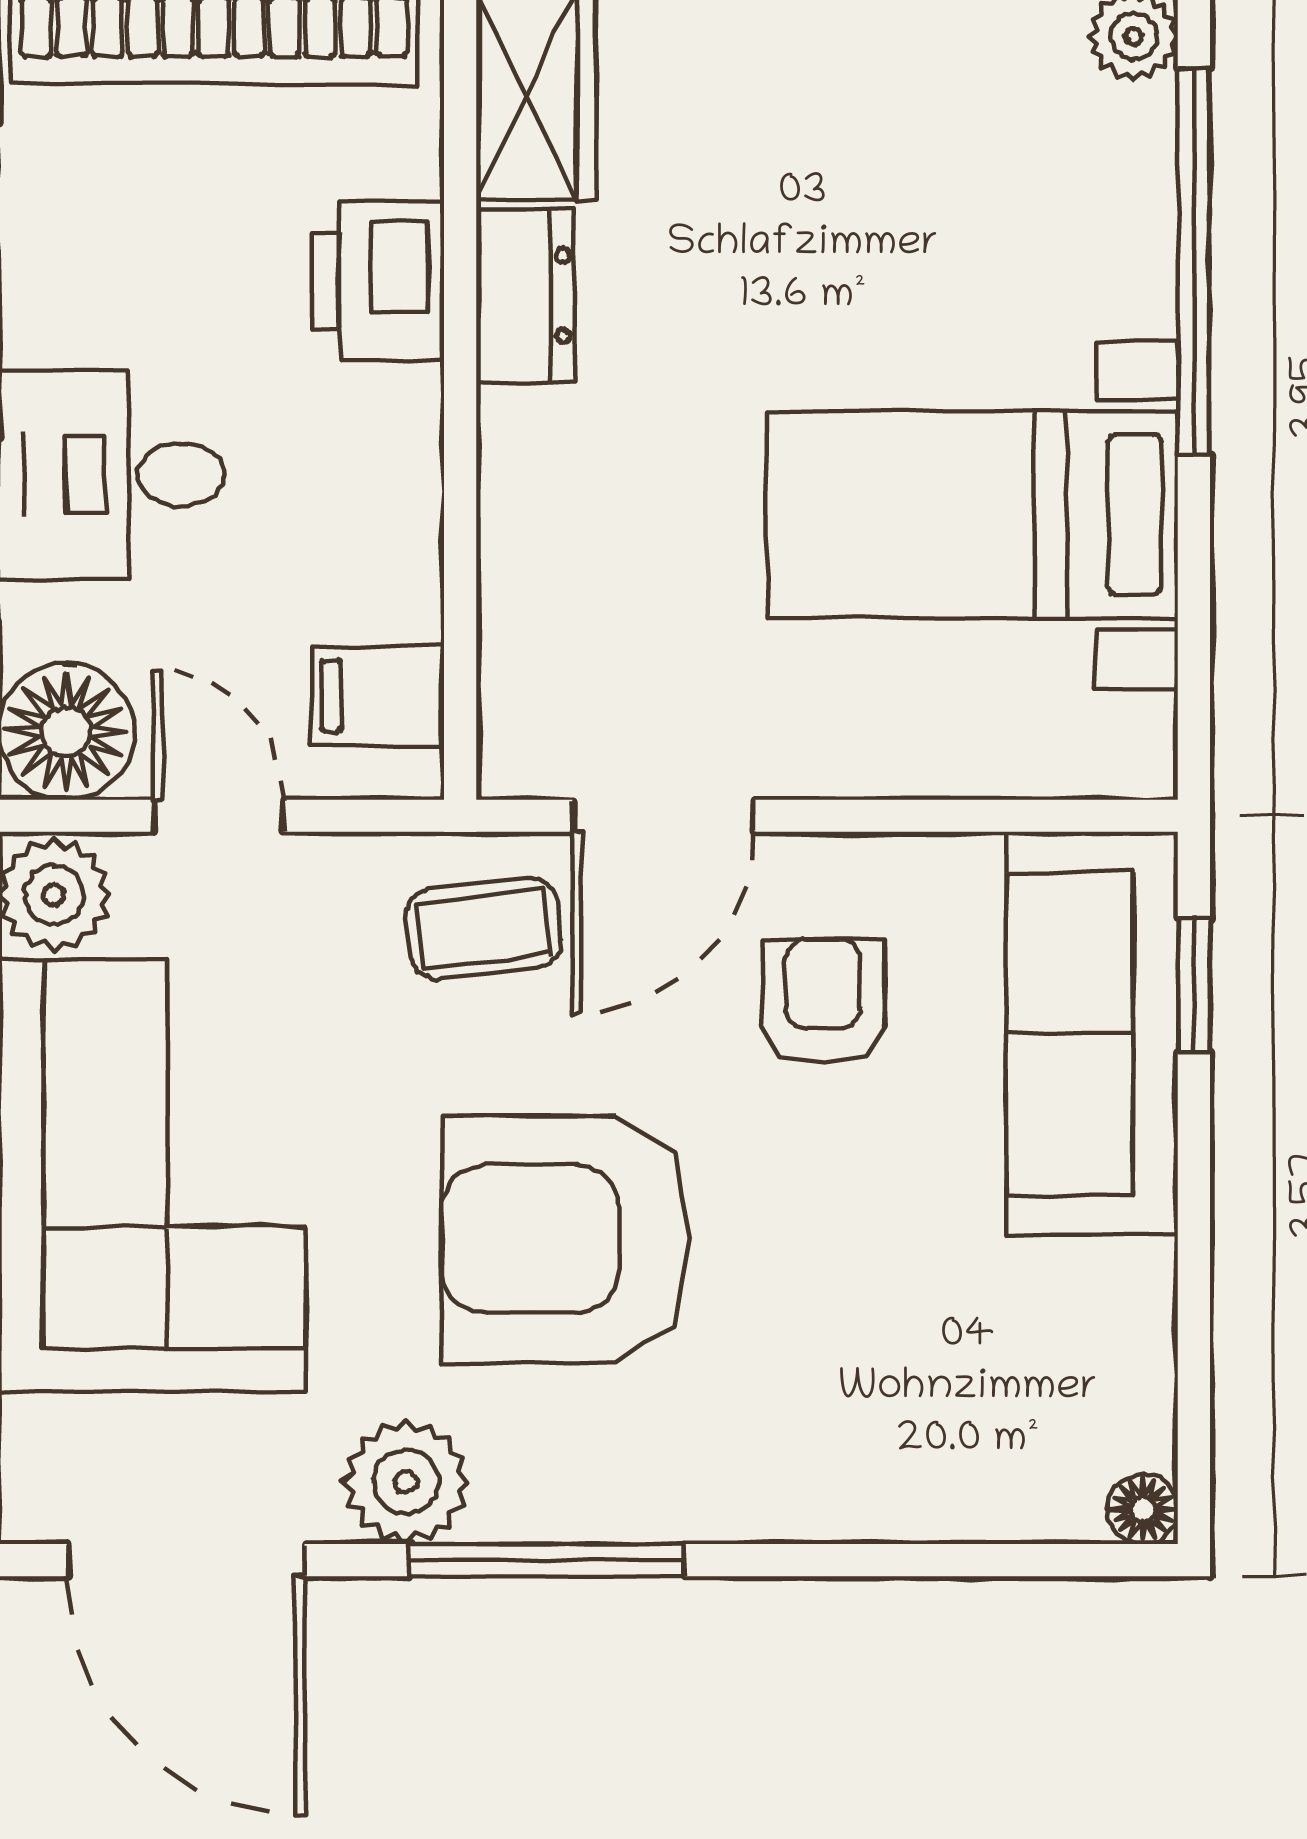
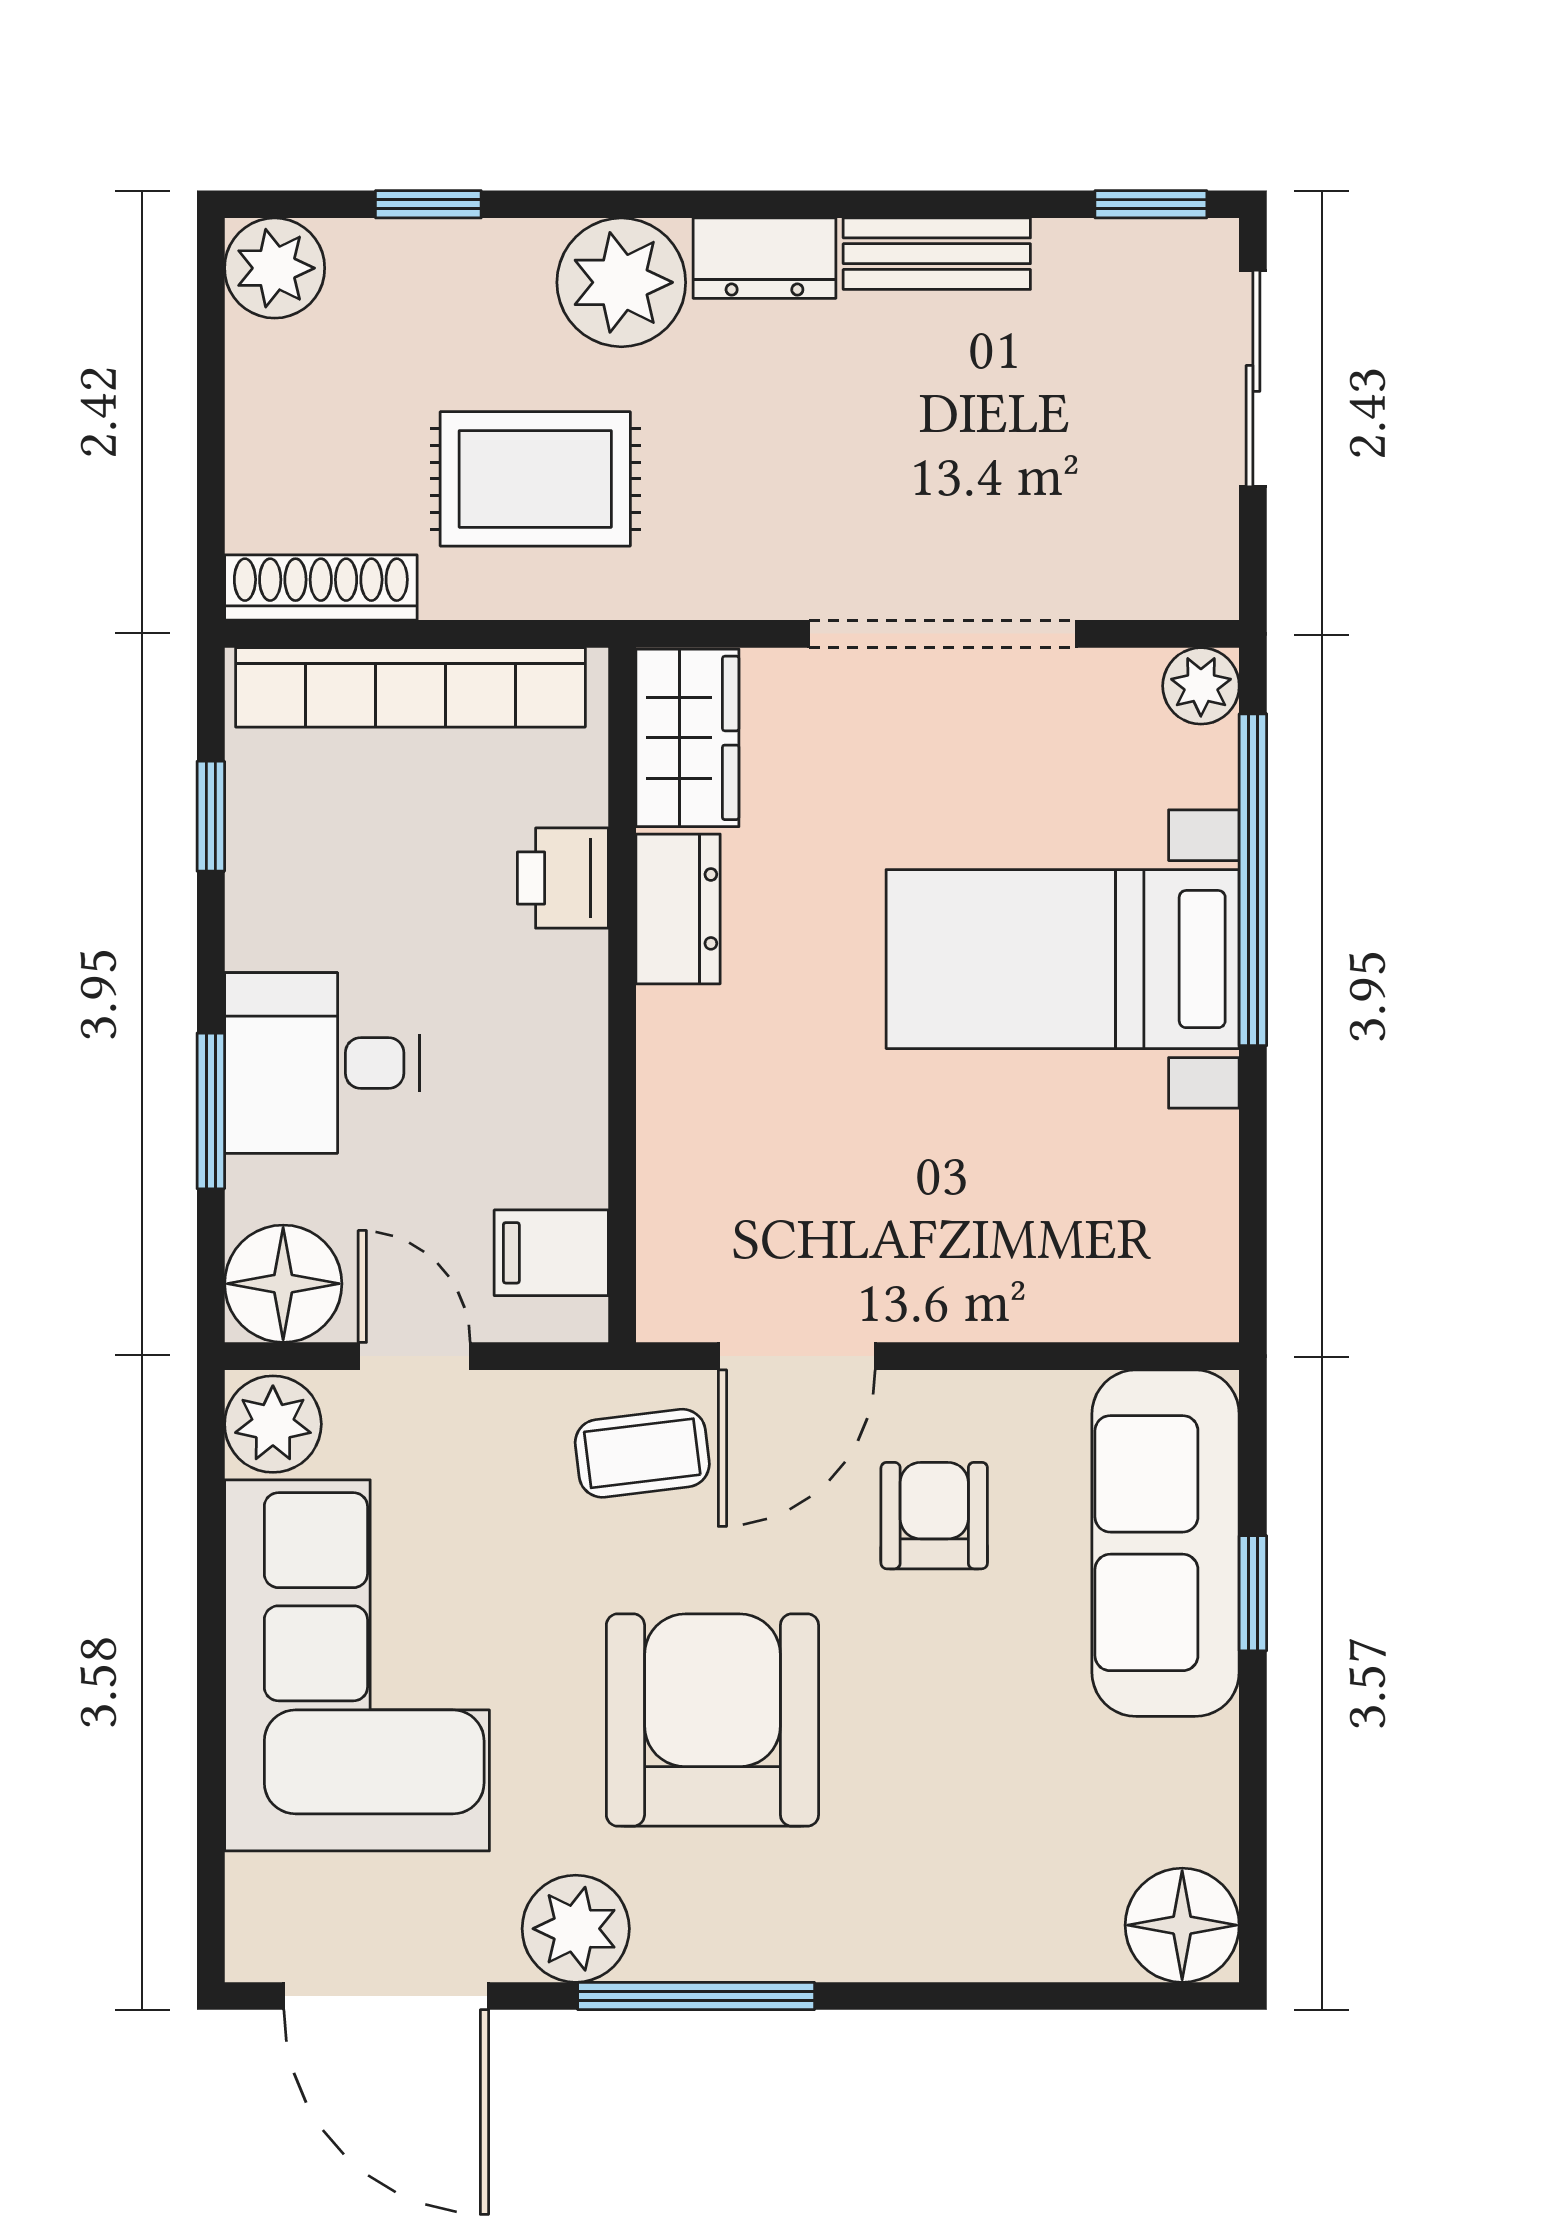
printer: (378, 281) -> (563, 878), width x0.73, depth x0.81
bed with nightstands: (973, 514) -> (1063, 959), moved
window: (1194, 985) -> (1253, 1593), moved
armchair: (565, 1239) -> (712, 1720), turned 90
floor lamp: (1143, 1509) -> (1182, 1925), width x1.89, depth x1.89

